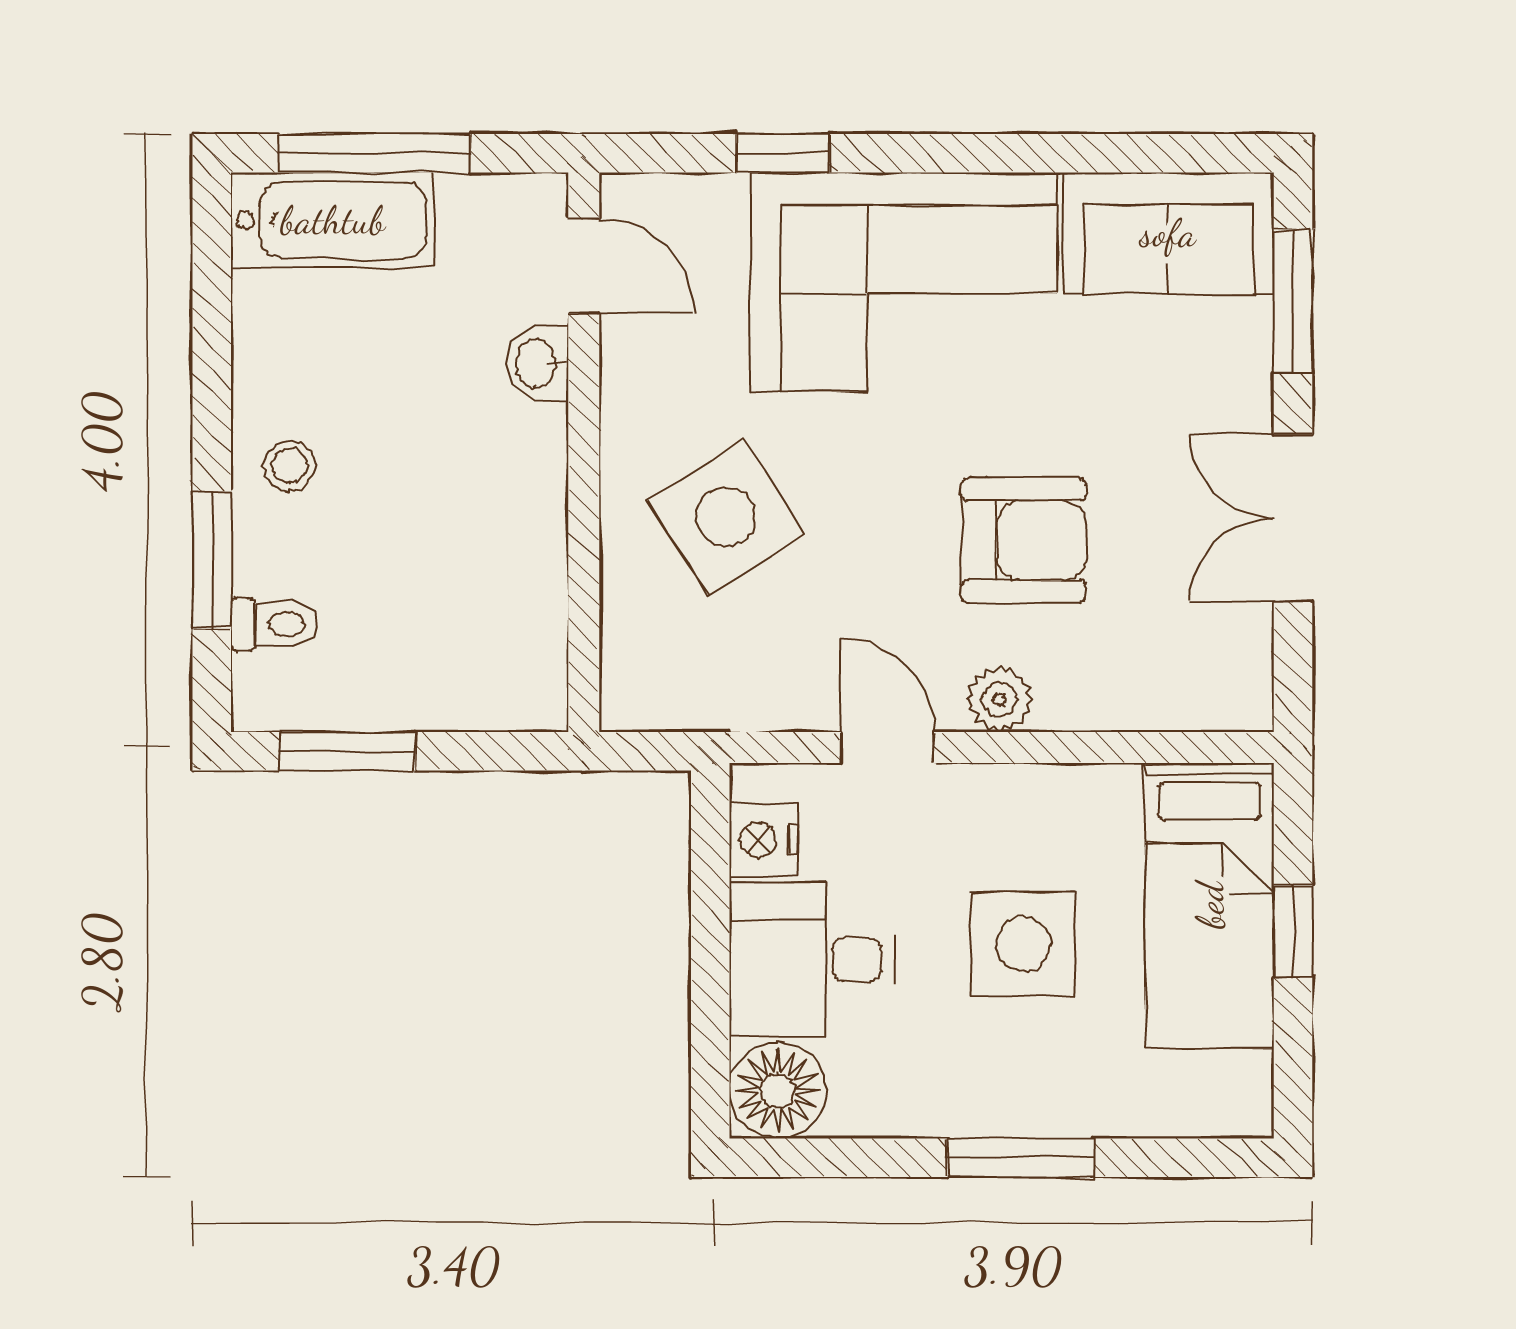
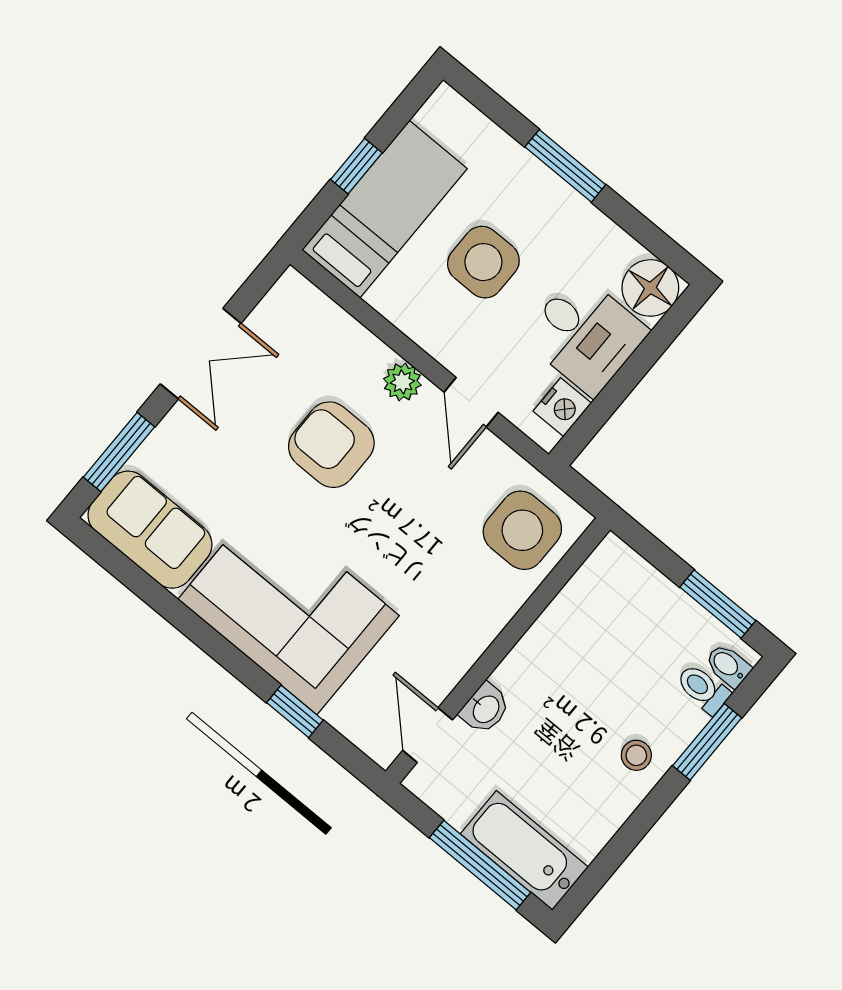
side table: (726, 517) -> (522, 530), moved, turned 33
bidet: (267, 682) -> (728, 666), added

